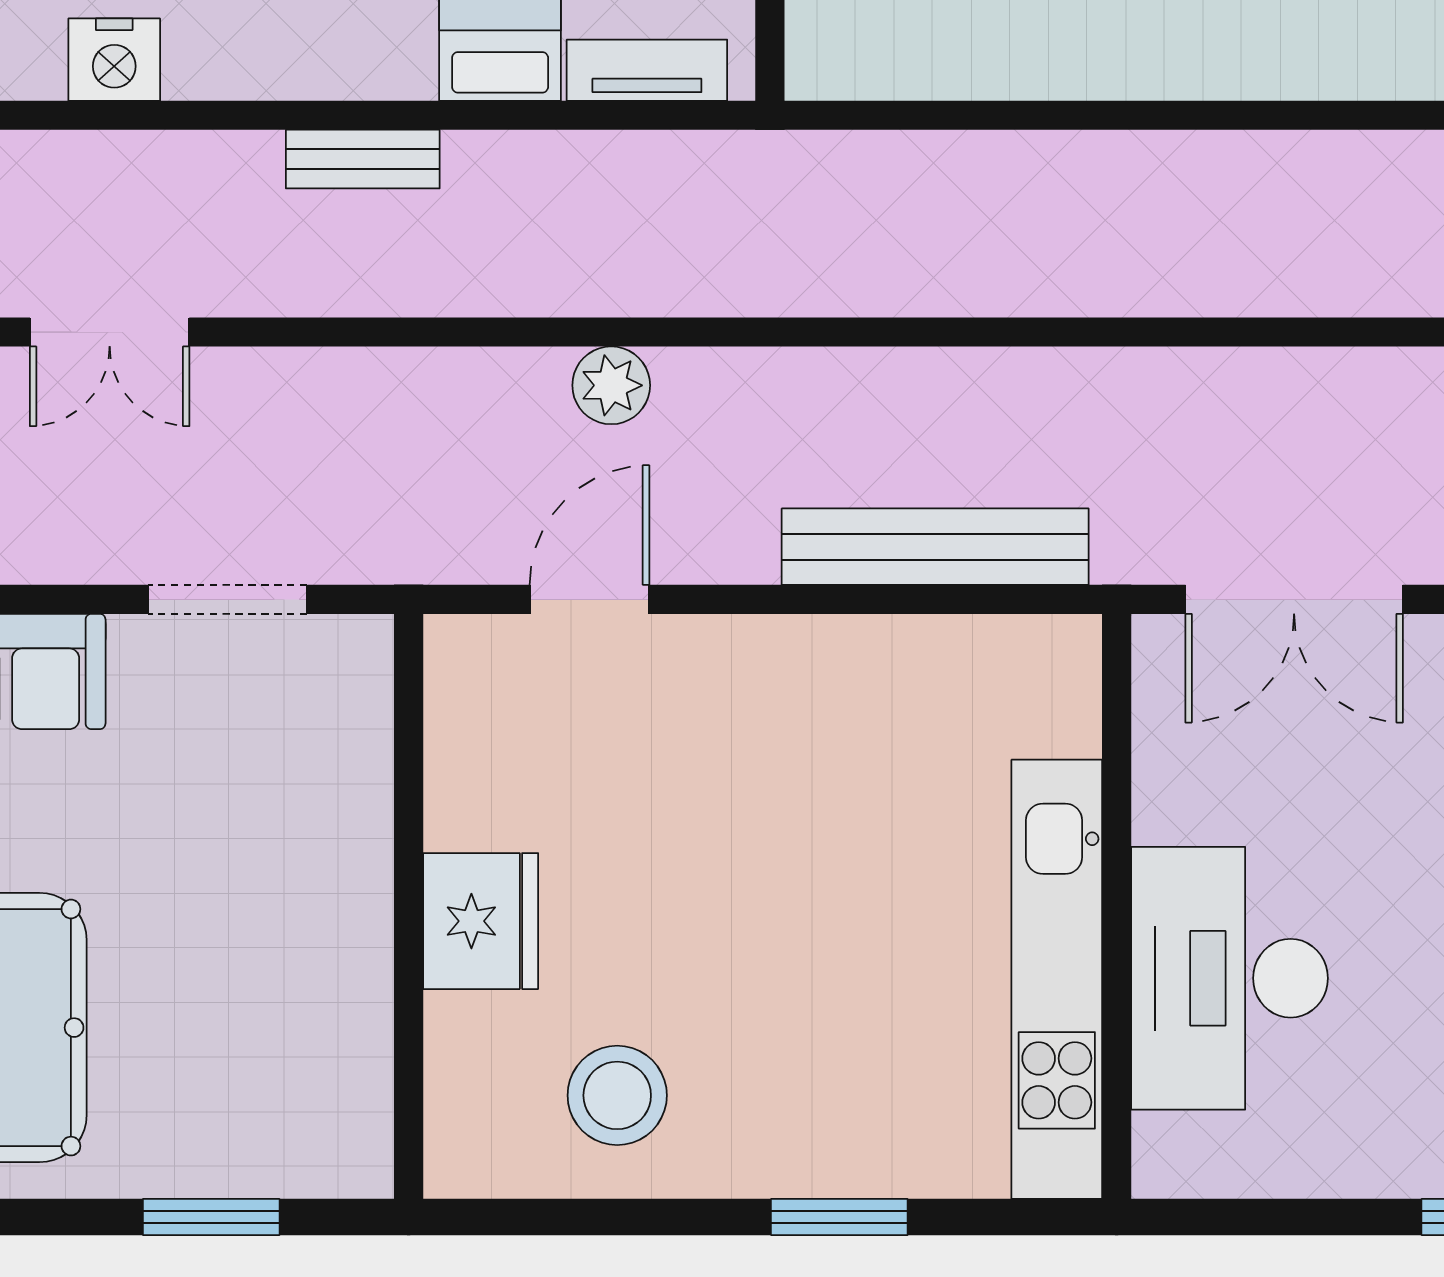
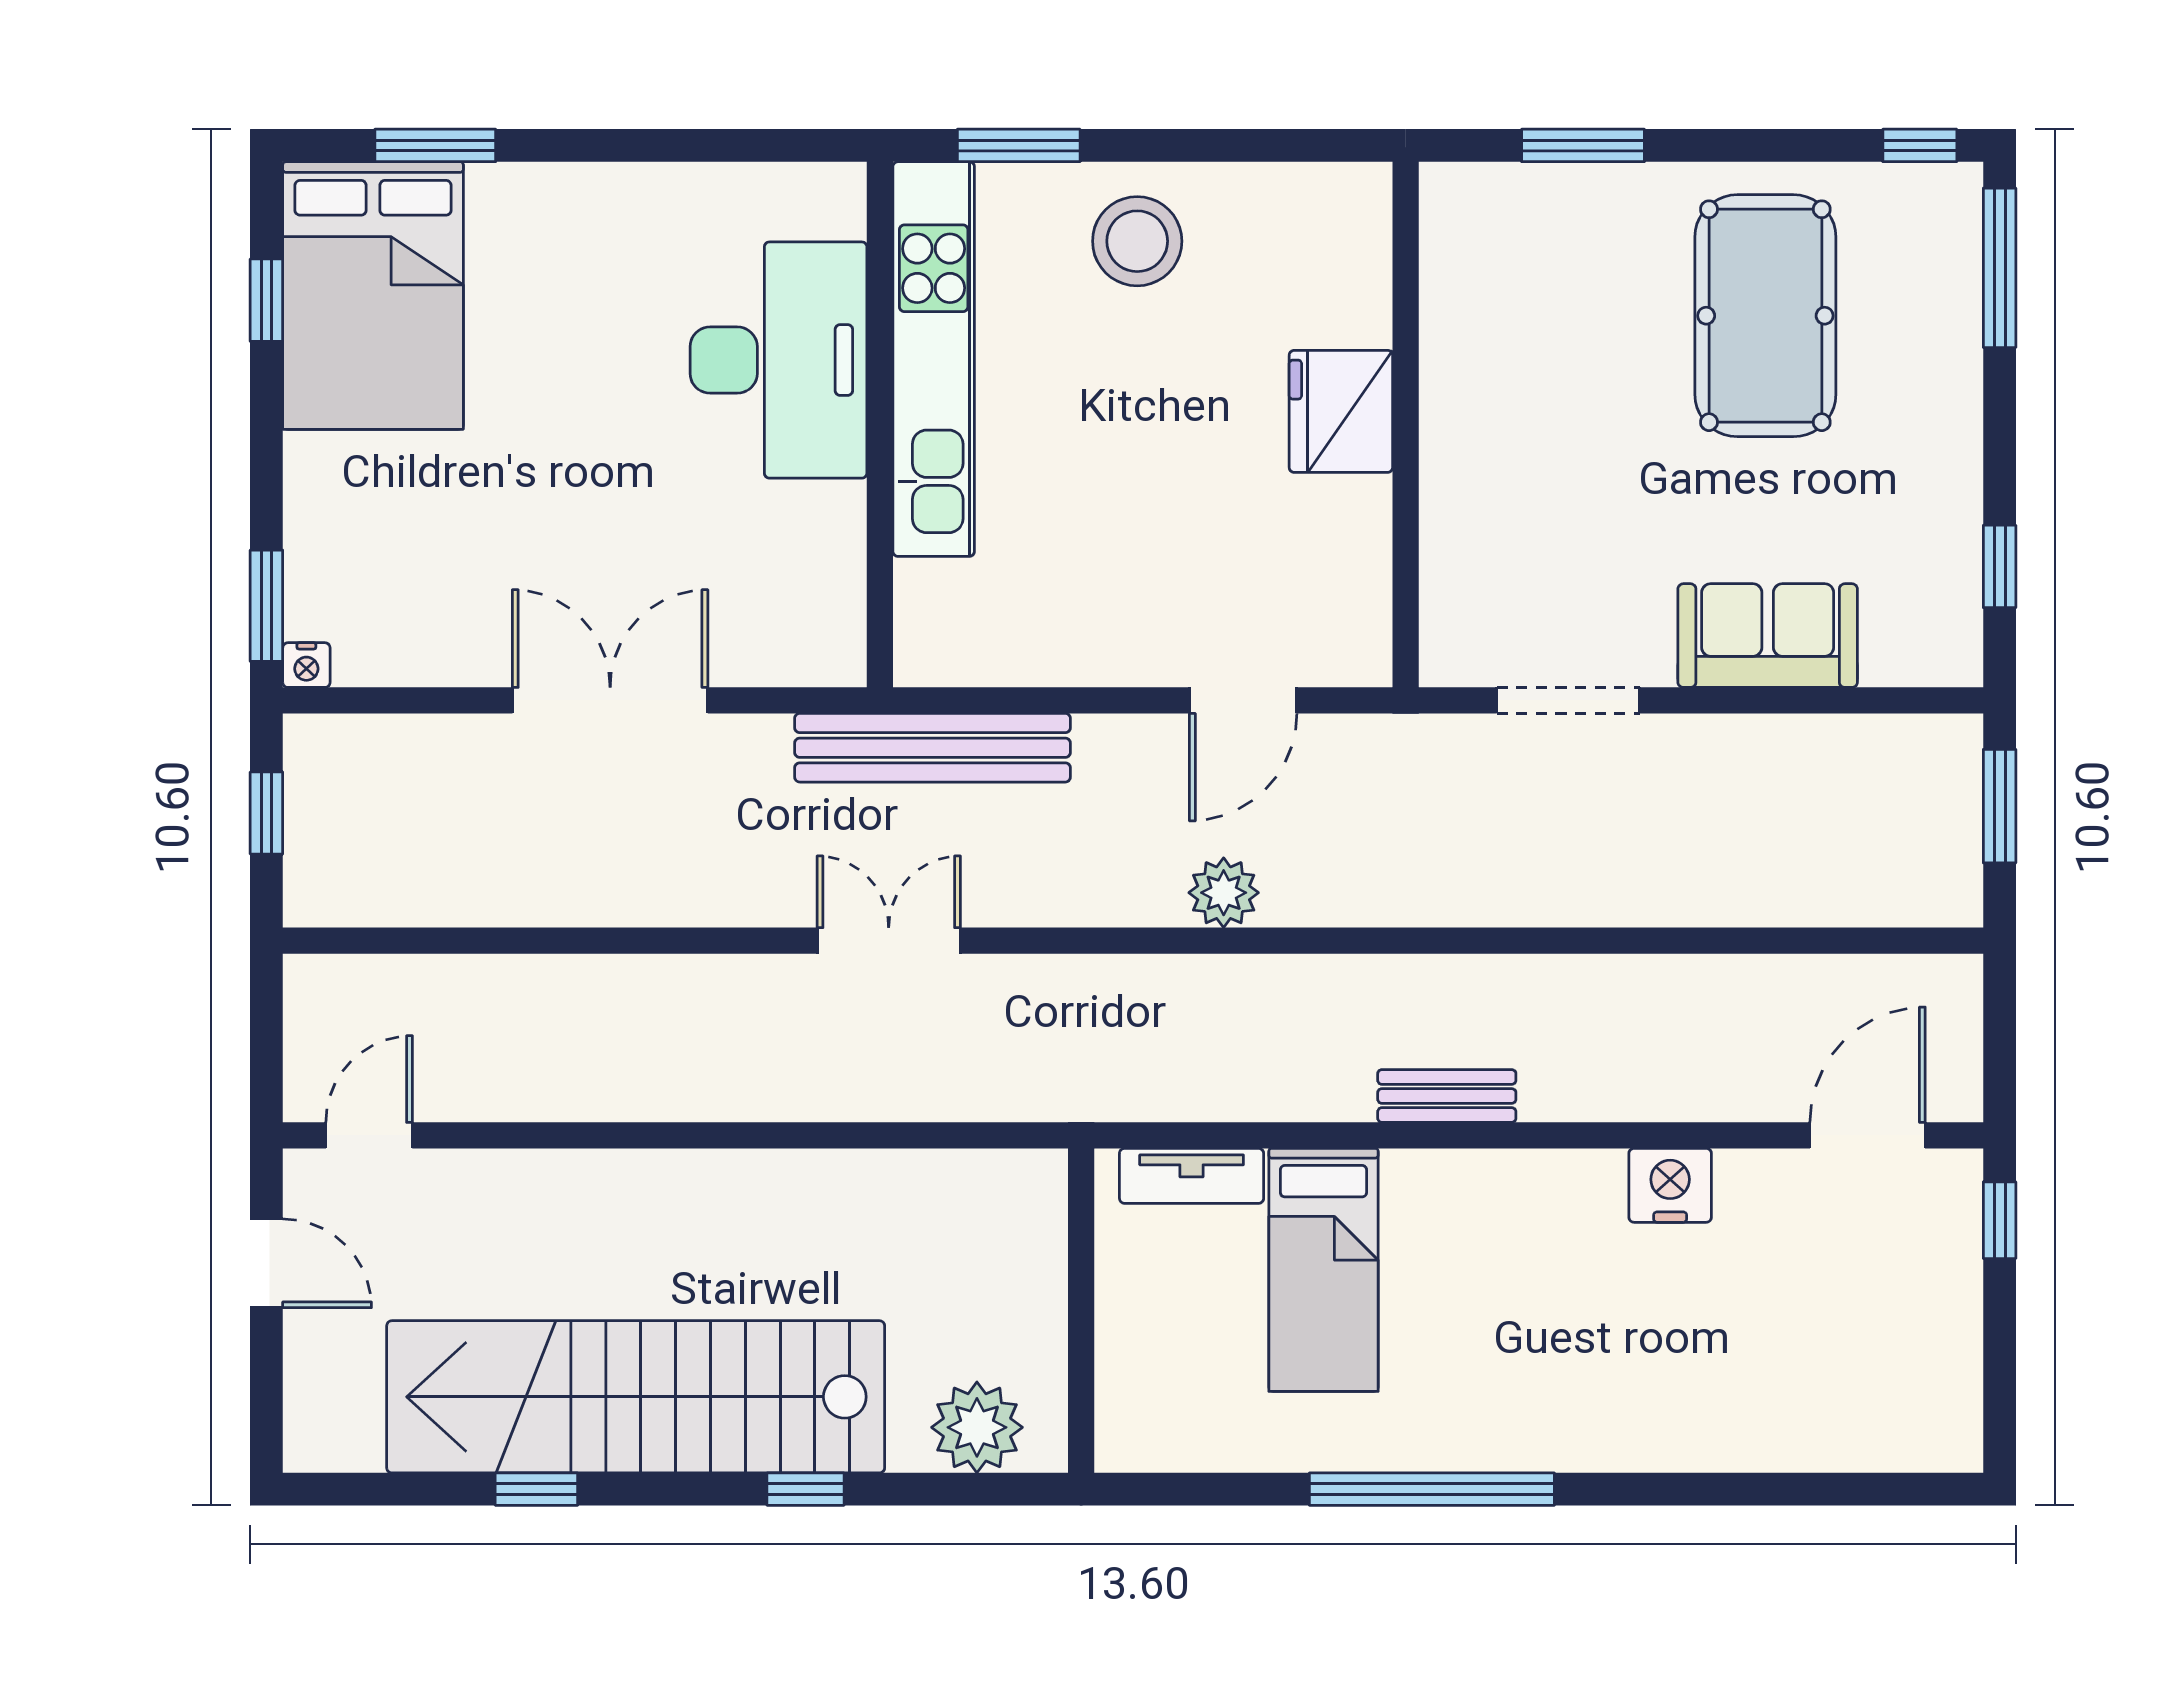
double door: (110, 332) -> (889, 941), moved
wall: (1117, 906) -> (880, 425), moved
desk: (1229, 978) -> (778, 360), moved
kitchen unit: (1057, 979) -> (934, 359), moved
stool: (617, 1095) -> (1137, 241), moved

